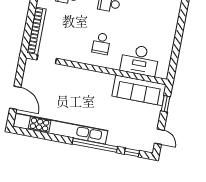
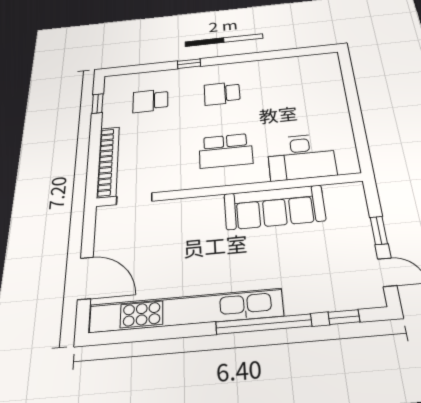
school desk: (101, 44) -> (226, 151), width x1.85
sofa: (139, 90) -> (274, 207), moved
window: (166, 104) -> (379, 230), moved

